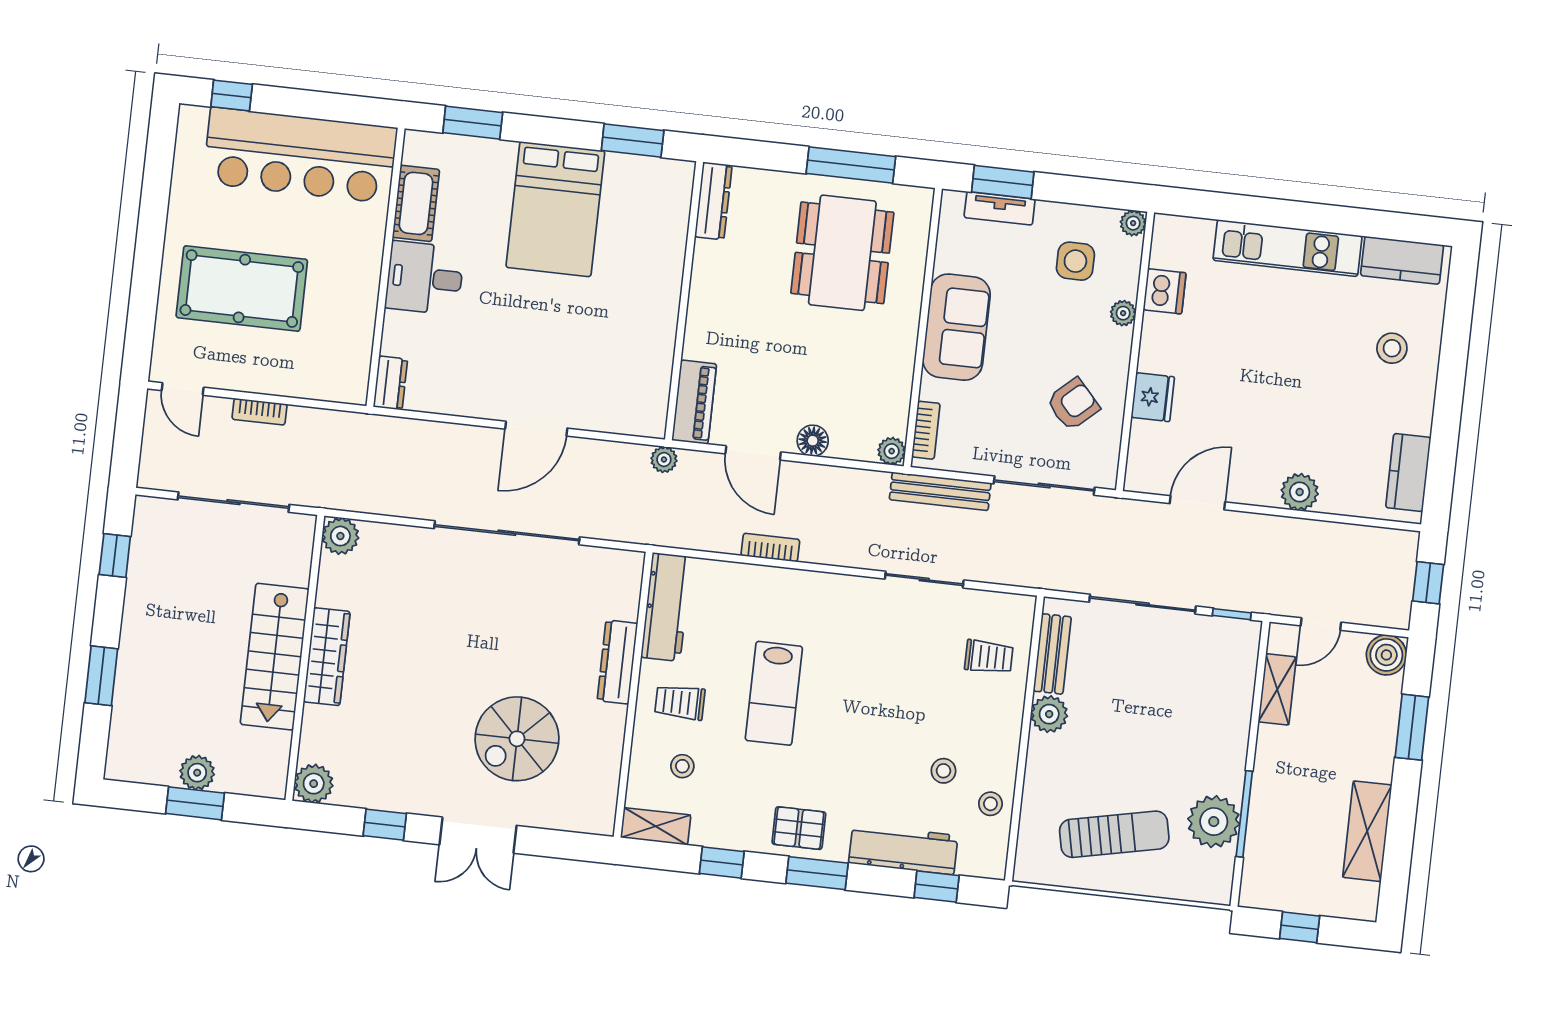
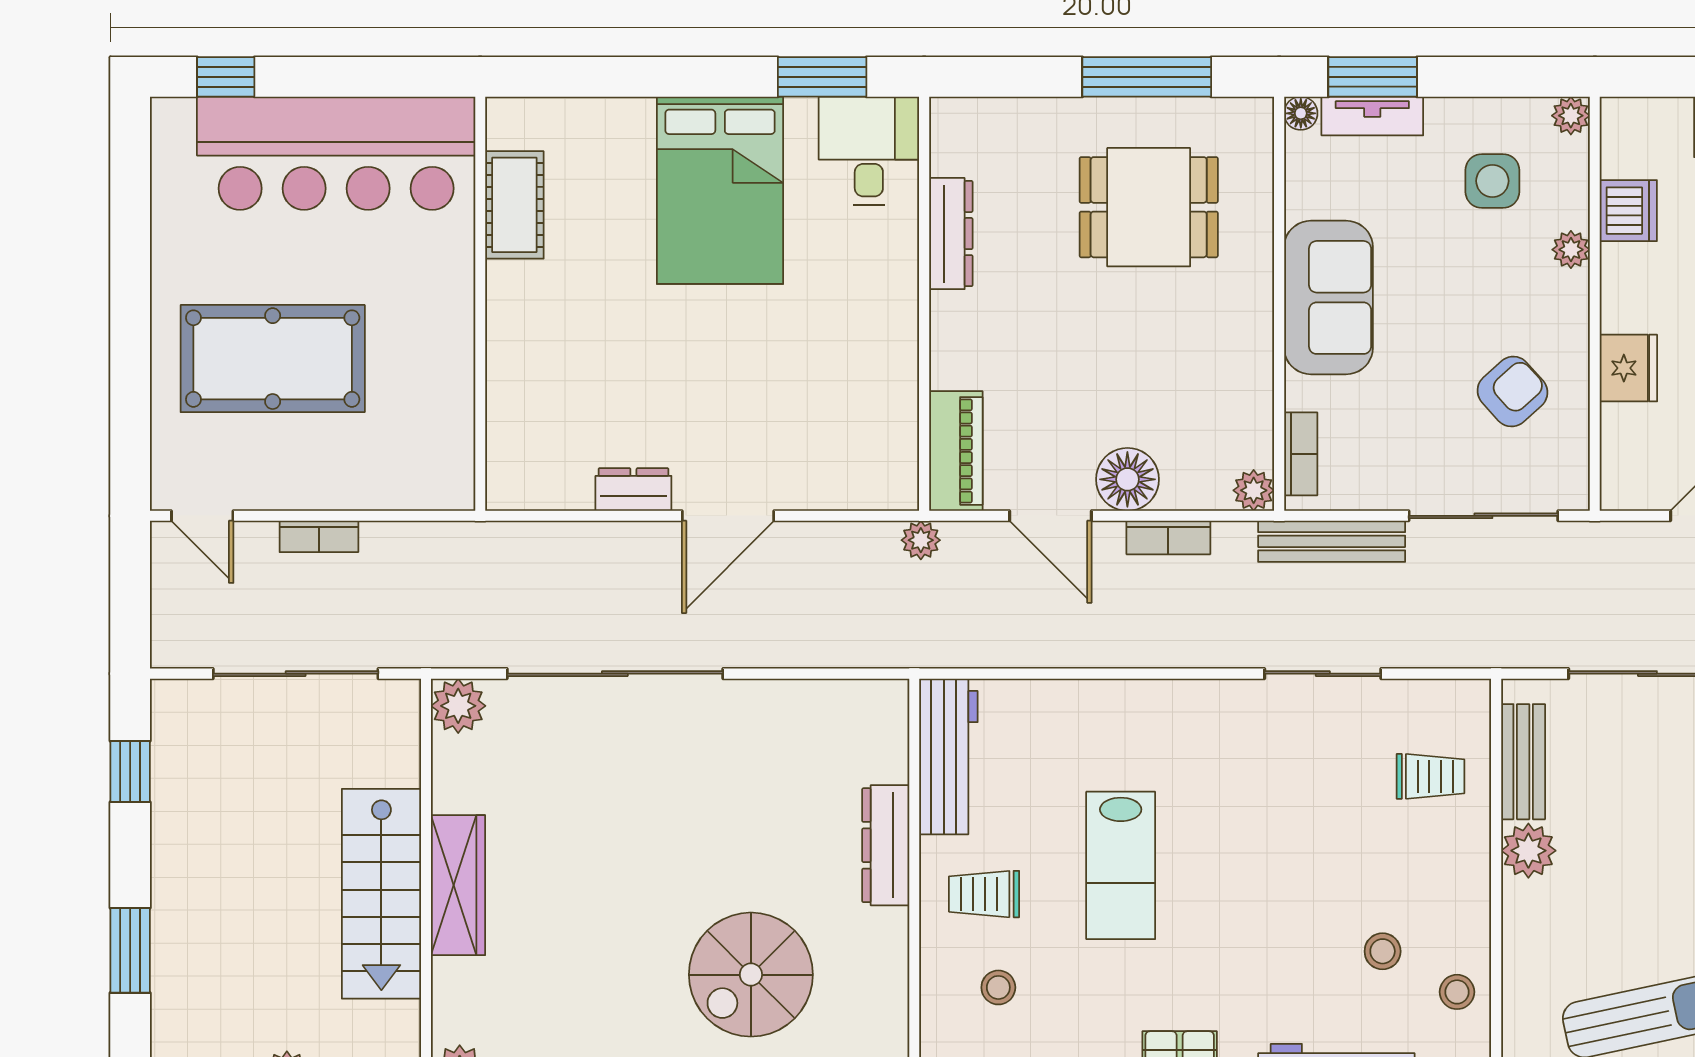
window: (473, 123) -> (584, 77), removed
dresser: (713, 201) -> (951, 234), moved
floor lamp: (952, 201) -> (1301, 113), added
dining table: (842, 253) -> (1149, 207), width x0.73
desk: (425, 278) -> (869, 151), moved, turned 90
dresser: (390, 383) -> (633, 489), moved, turned -90
floor lamp: (813, 441) -> (1127, 479), width x1.38, depth x1.38
sliding door: (507, 533) -> (615, 674), moved
bookcase: (770, 548) -> (1168, 537), moved, turned 180

